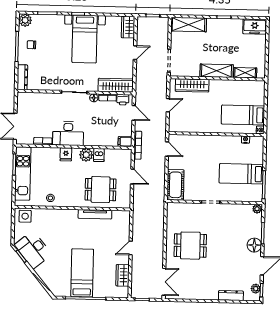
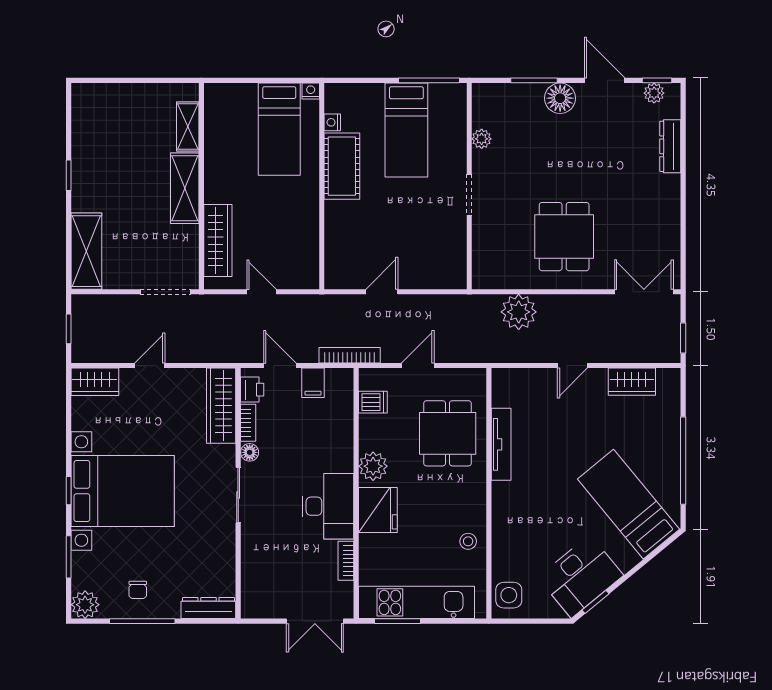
freezer: (255, 27) -> (87, 108), removed
bed with nightstands: (85, 39) -> (123, 491), width x1.36
door: (135, 53) -> (150, 366), hinge flipped
door: (134, 113) -> (280, 366), hinge flipped
filing cabinet: (125, 142) -> (313, 383), moved
door: (167, 149) -> (382, 292), moved
fridge: (66, 154) -> (378, 510), width x1.88, depth x1.34
dishwasher: (99, 155) -> (373, 402), moved
cot: (175, 185) -> (342, 166), moved, turned 90
plant: (257, 209) -> (482, 139), moved
plant: (156, 224) -> (519, 312), added
door: (131, 248) -> (572, 366), hinge flipped
bed: (82, 273) -> (628, 504), moved, turned 51

